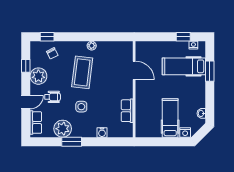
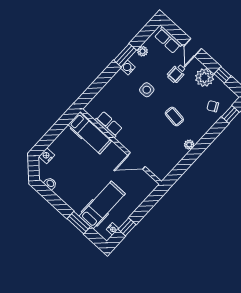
coffee table: (82, 72) -> (174, 116), width x0.54, depth x0.58
hospital bed: (170, 118) -> (90, 133), moved
plant: (63, 129) -> (142, 51), width x0.53, depth x0.53
water cooler: (102, 133) -> (128, 68), moved

